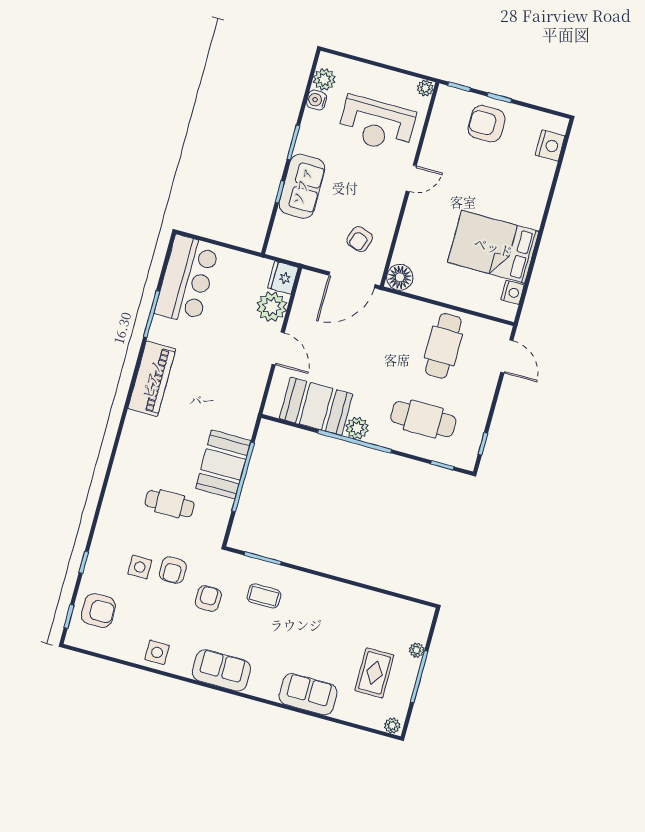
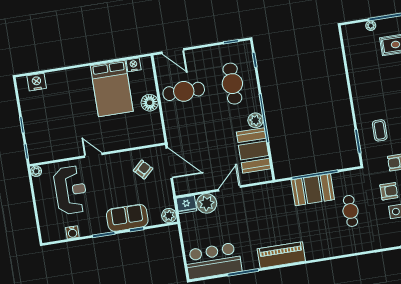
plant: (324, 79) -> (169, 216), moved
armchair: (486, 124) -> (41, 125), removed
armchair: (360, 239) -> (143, 170), turned -62
floor lamp: (400, 277) -> (150, 103), moved
door: (507, 356) -> (173, 51), swing flipped

